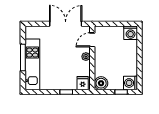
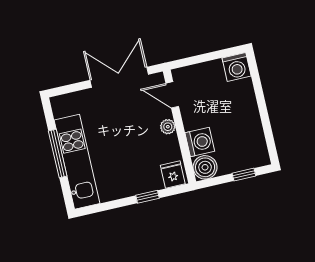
door: (92, 40) -> (172, 95), hinge flipped
washing machine: (130, 83) -> (200, 142), moved, turned 180

